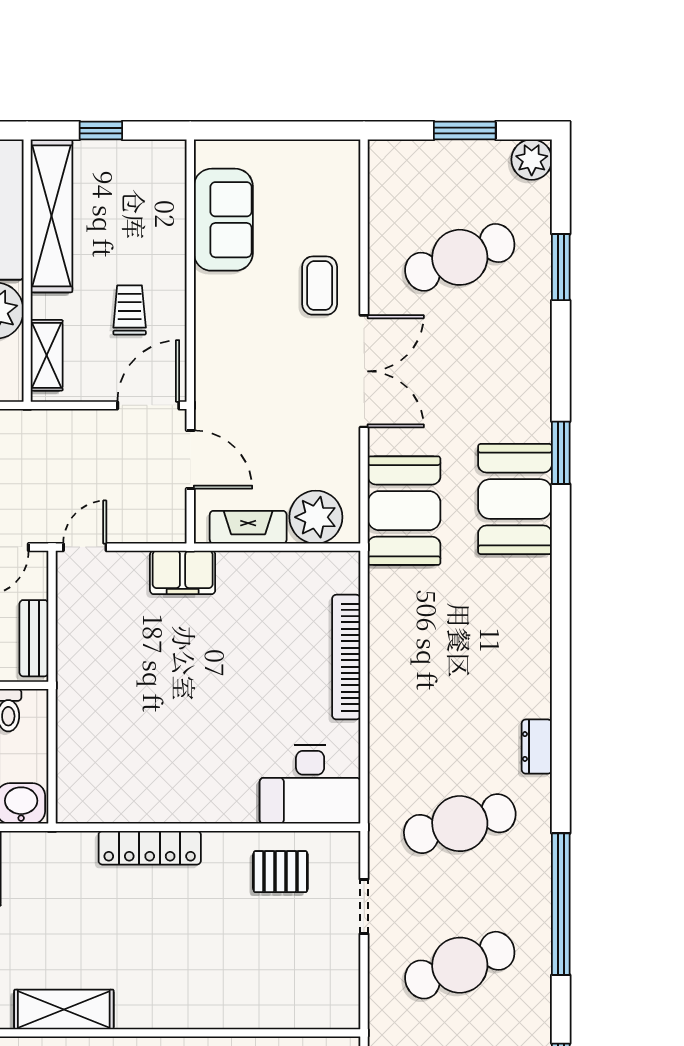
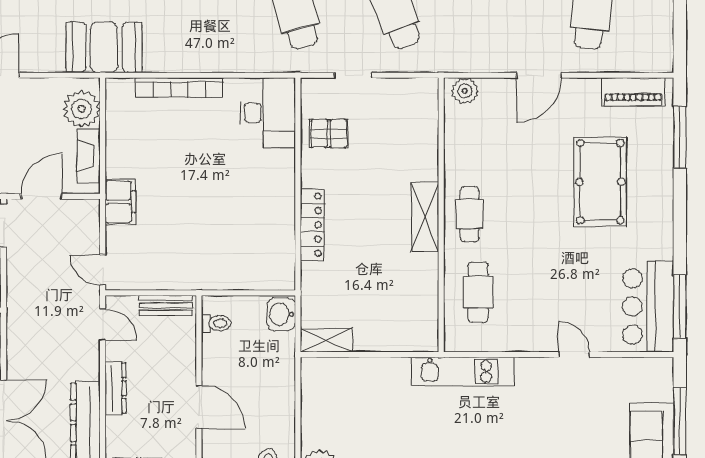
booth: (404, 511) -> (104, 47), moved
pallet: (280, 872) -> (329, 134), turned 90
shelving: (64, 1009) -> (425, 217), moved

